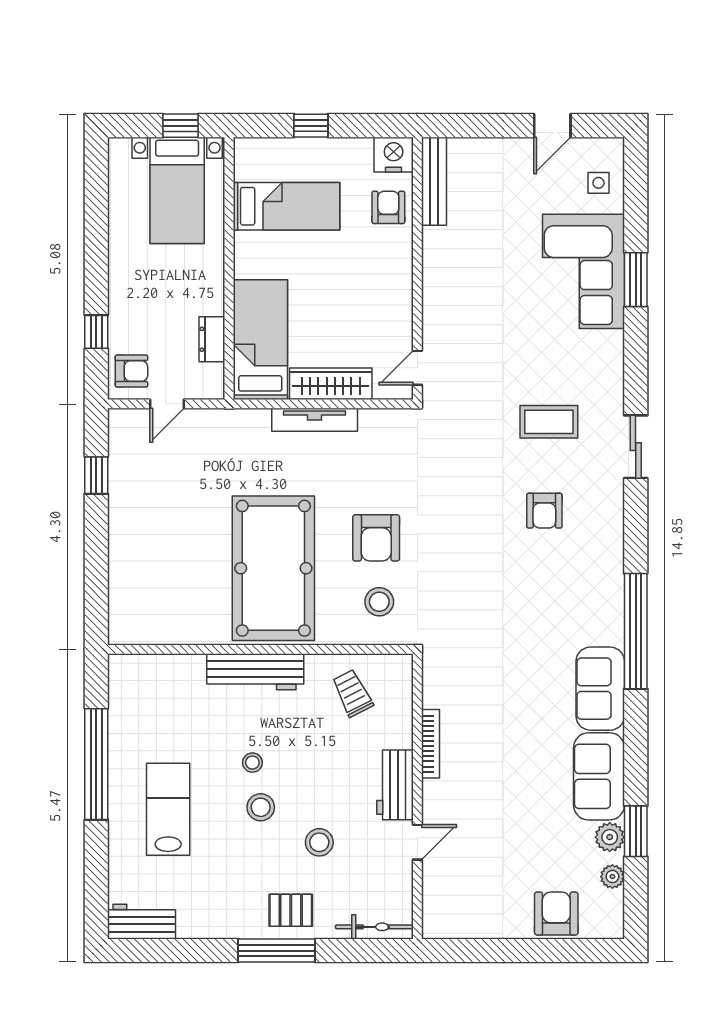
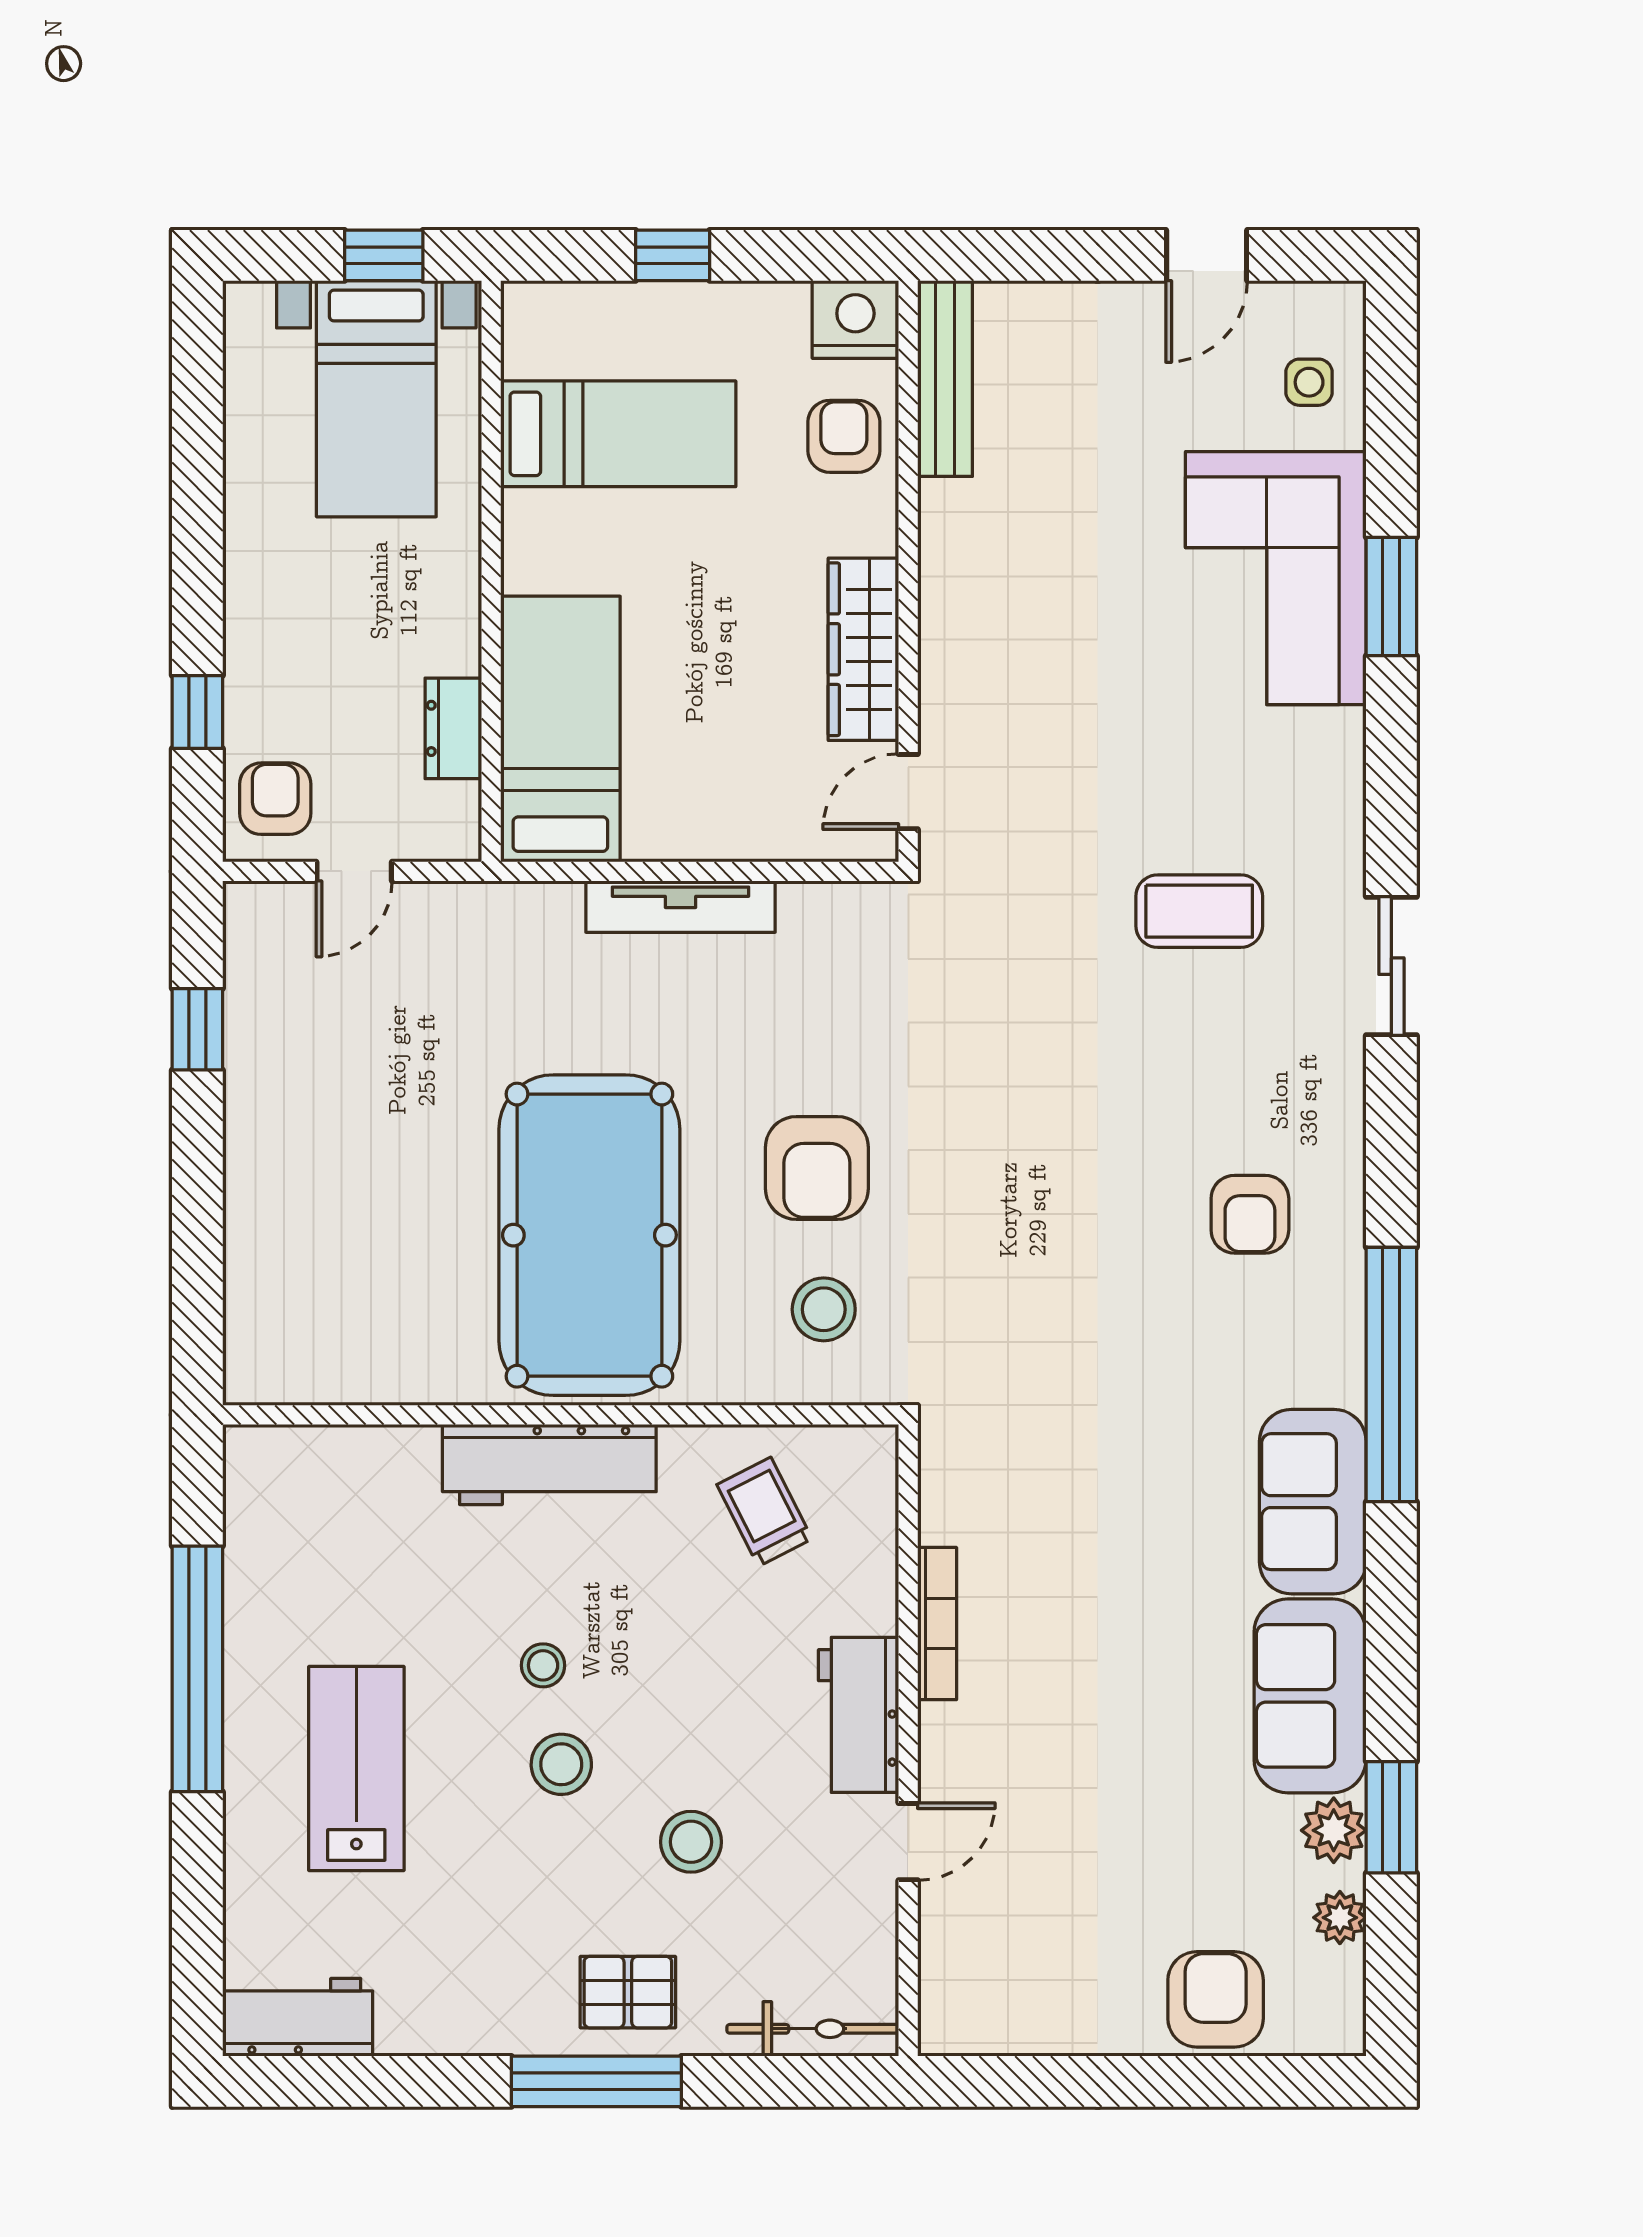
armchair: (131, 371) -> (275, 799), turned -90
wardrobe: (331, 384) -> (863, 649), moved, turned -90
armchair: (544, 511) -> (1250, 1214), moved

